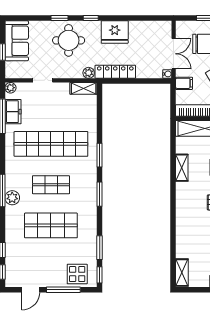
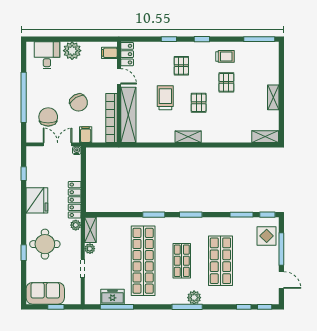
window: (91, 18) -> (24, 174), moved
plant: (10, 88) -> (90, 249), moved
shelving: (182, 168) -> (188, 137), moved

